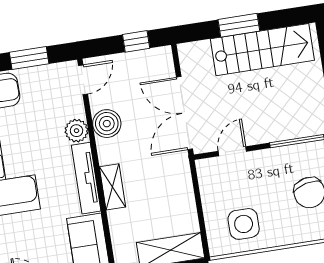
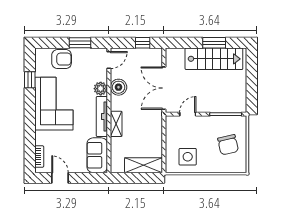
window: (239, 25) -> (214, 43), moved

